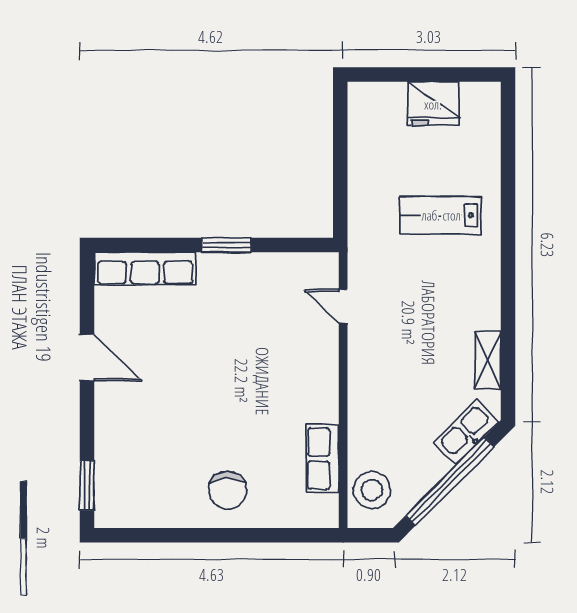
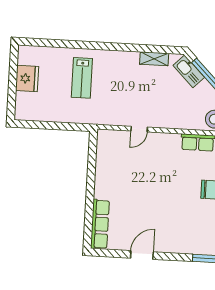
window: (226, 245) -> (91, 184), removed
door: (343, 306) -> (139, 129), moved

